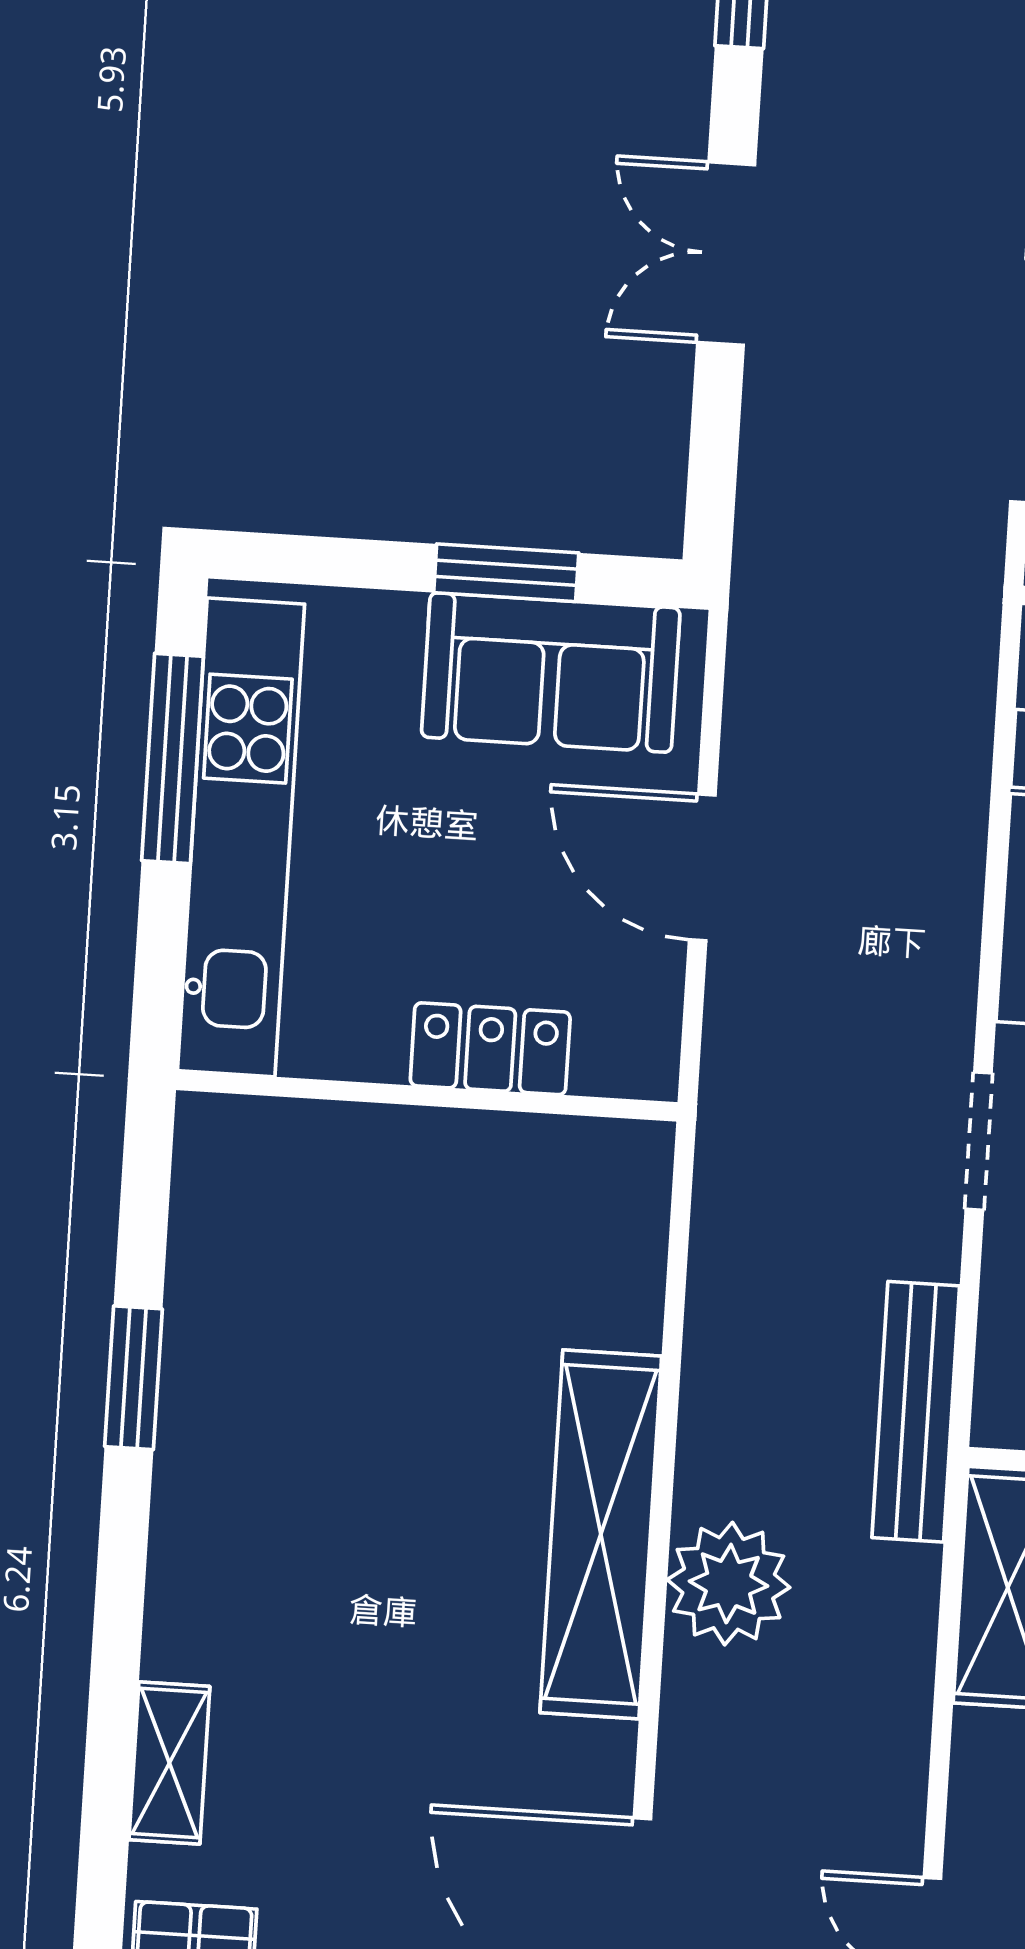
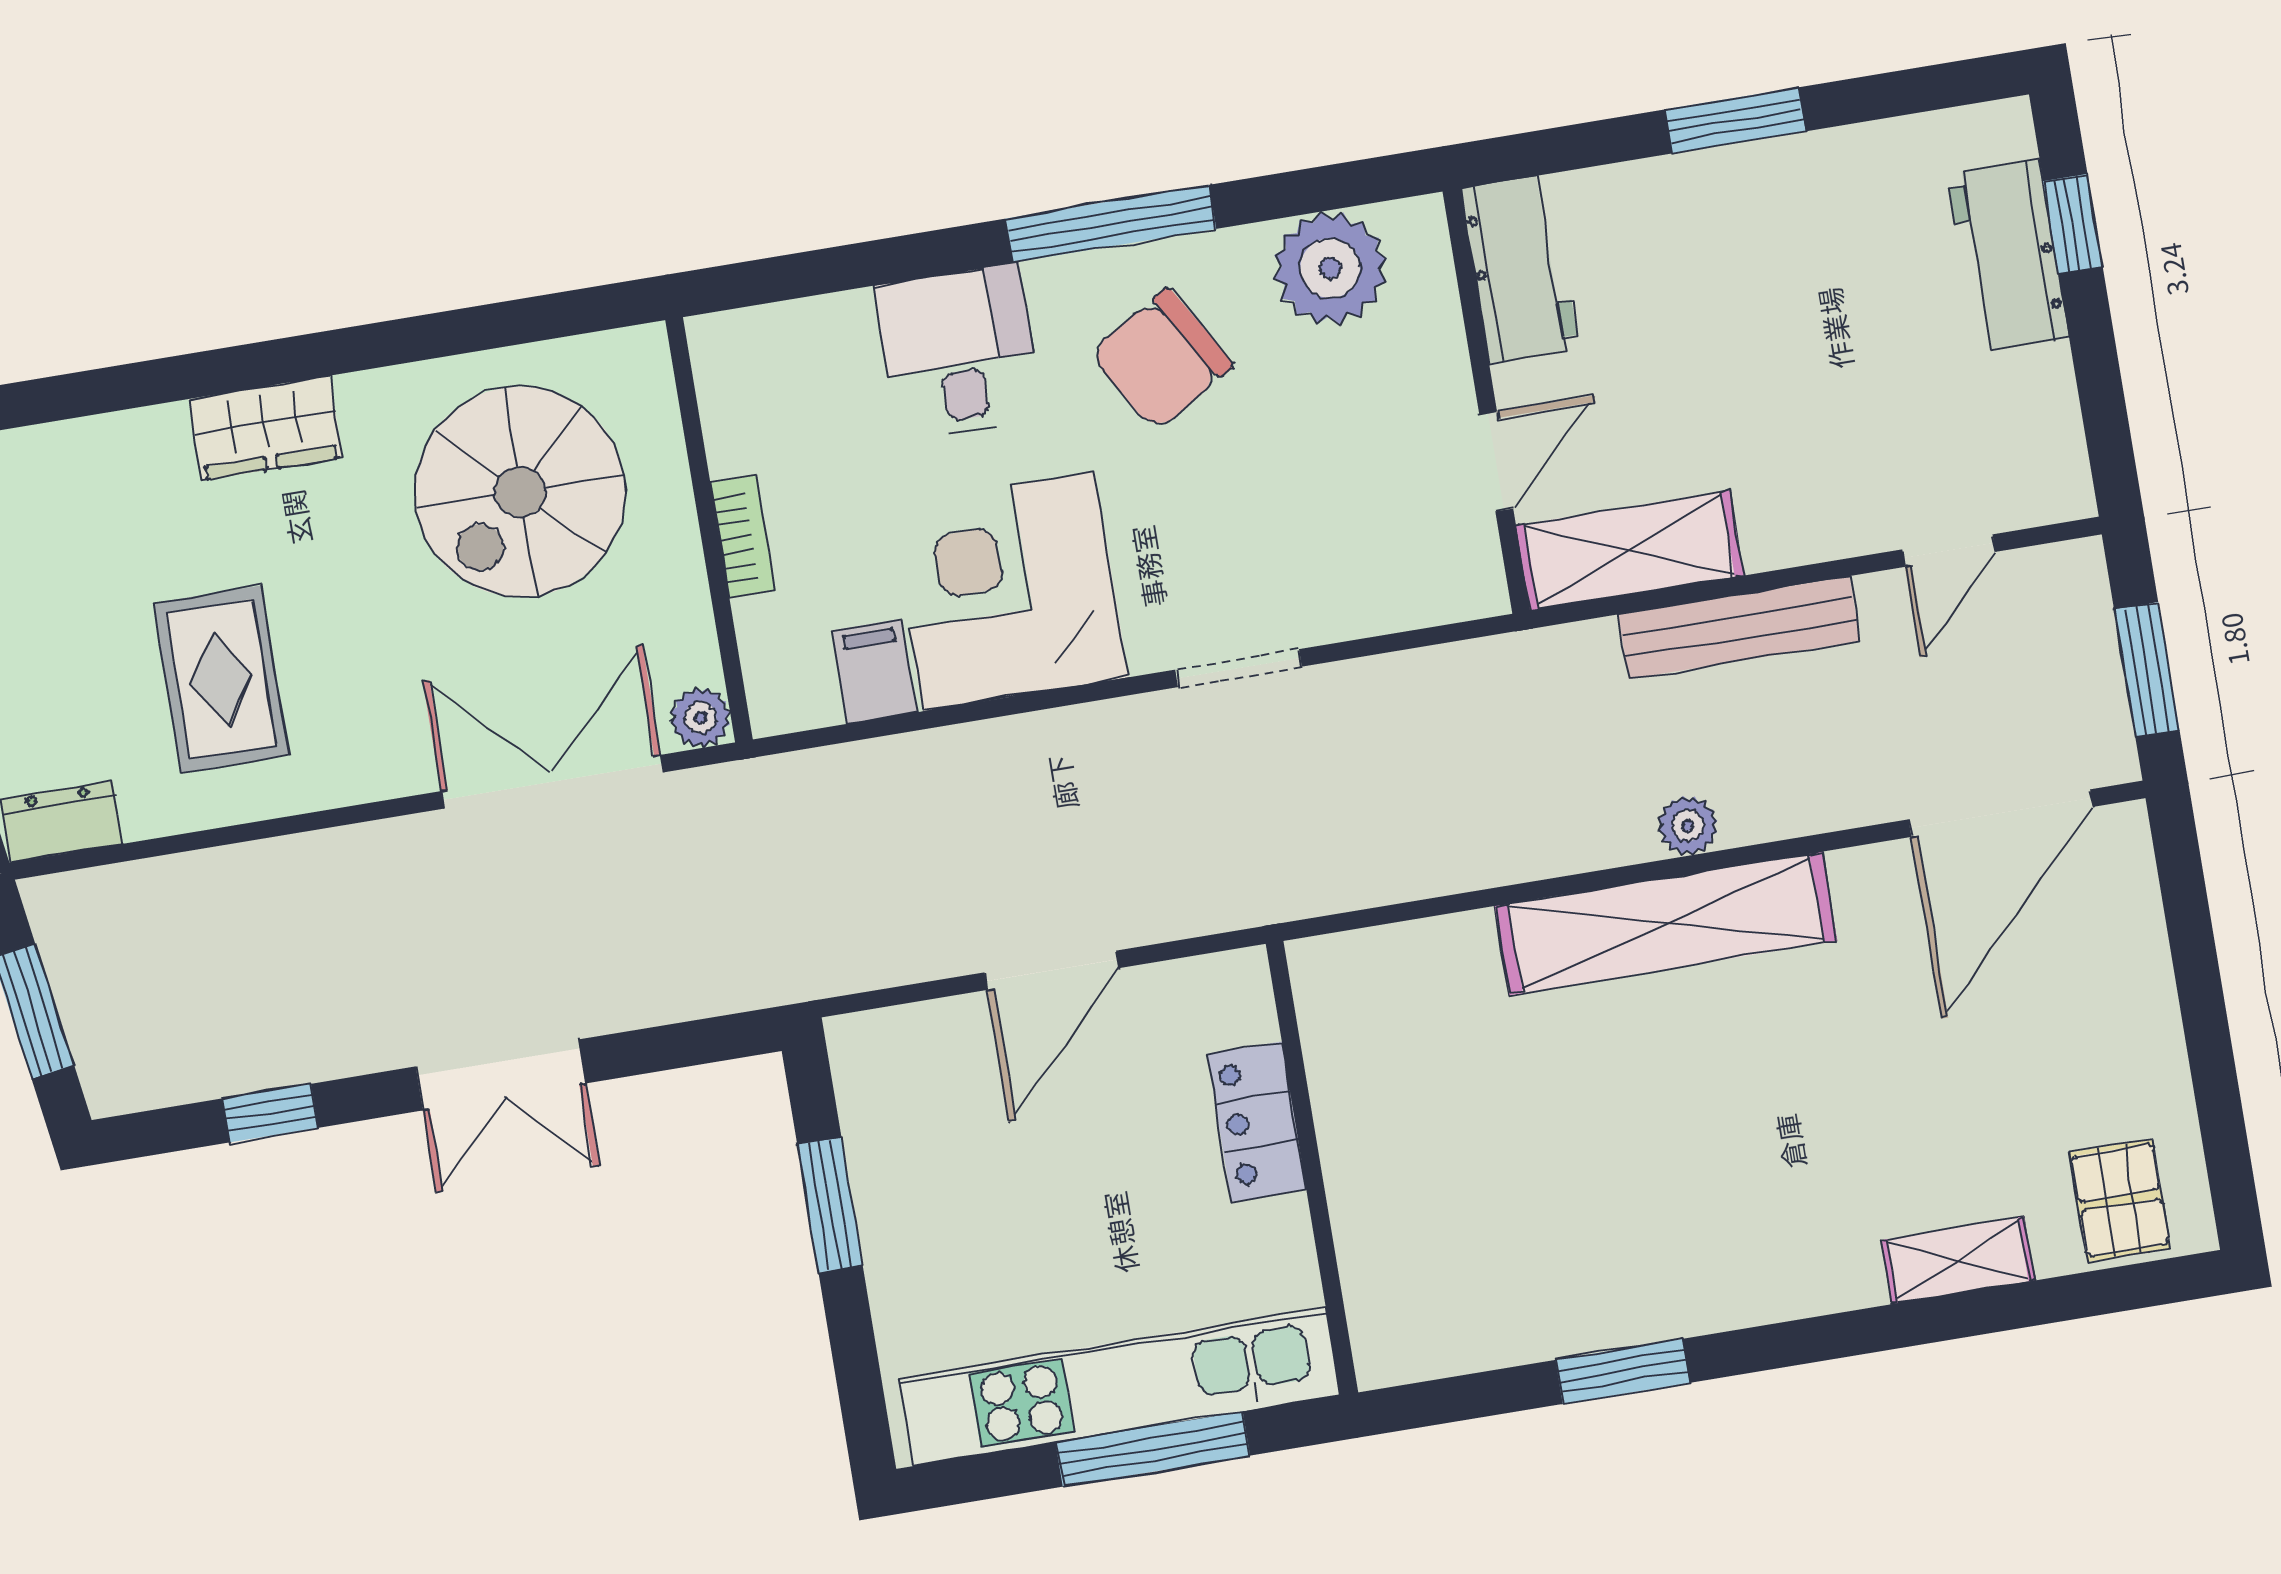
sofa: (551, 673) -> (910, 1145), removed
window: (172, 758) -> (1153, 1449), moved
bench: (916, 1412) -> (1739, 628), moved
plant: (729, 1584) -> (1688, 826), width x0.53, depth x0.53

